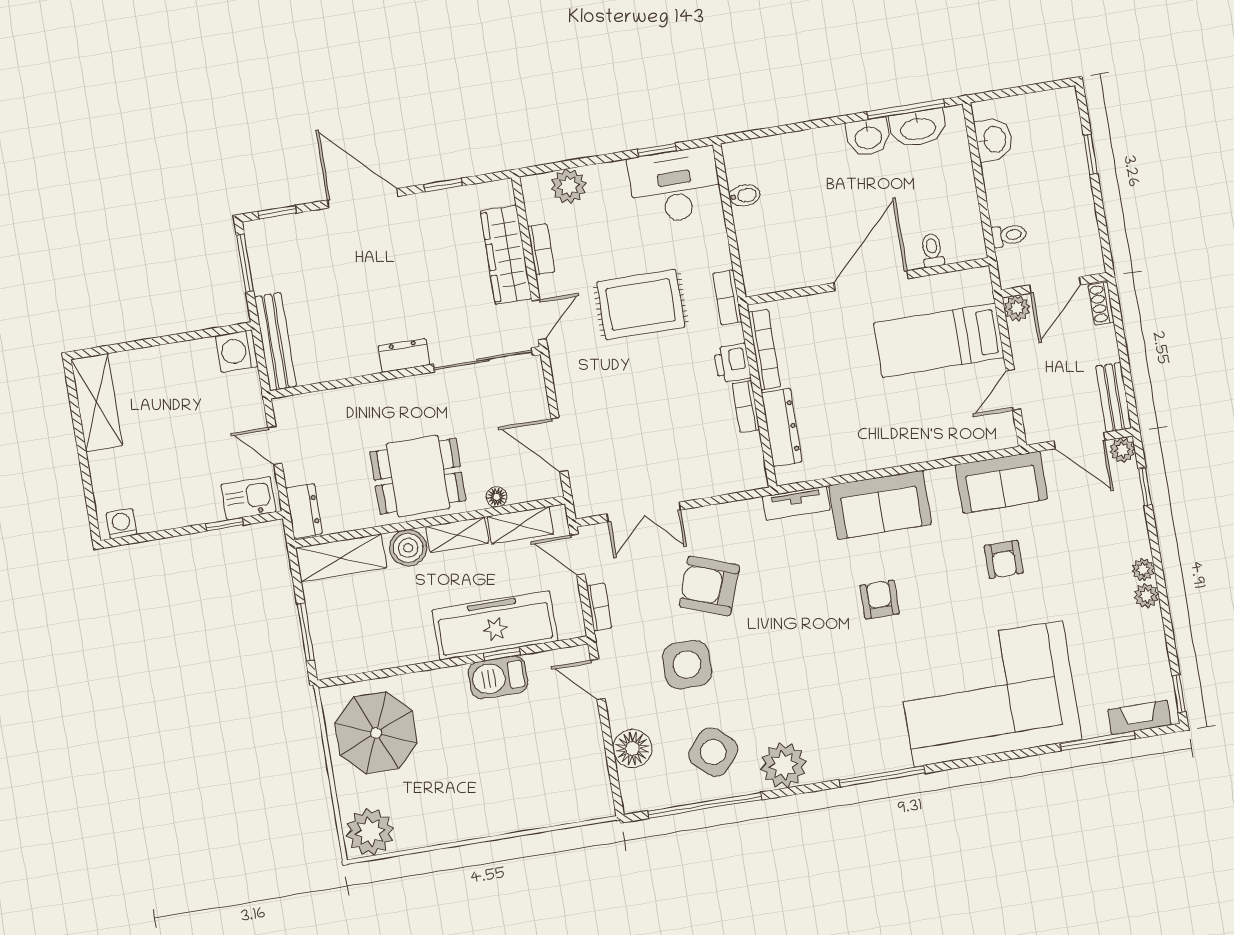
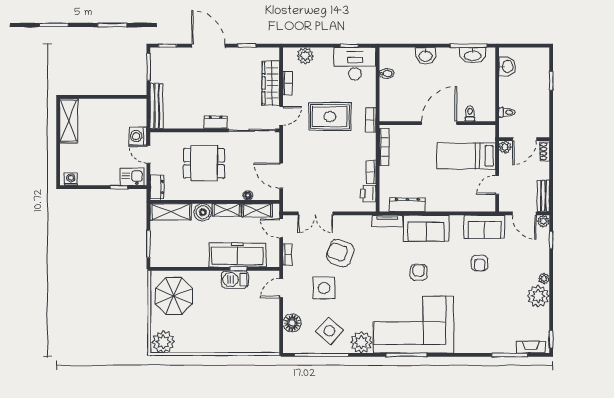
washbasin: (868, 137) -> (426, 56), moved
washing machine: (237, 351) -> (138, 136), moved
printer: (732, 363) -> (368, 194), moved
dresser: (782, 427) -> (407, 205), moved, turned -90
dining table: (418, 476) -> (204, 163), moved
plant: (1146, 596) -> (538, 296), width x1.88, depth x1.88
door: (598, 679) -> (281, 288), hinge flipped
corner sofa: (988, 694) -> (414, 325), moved

